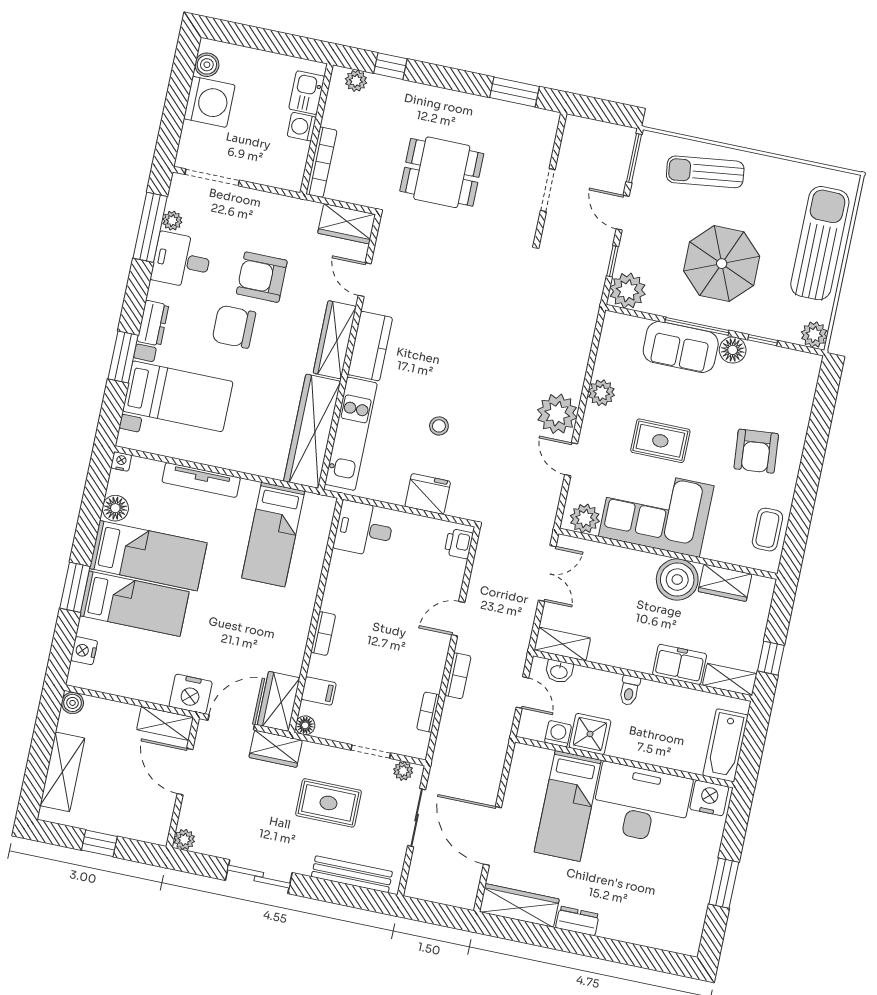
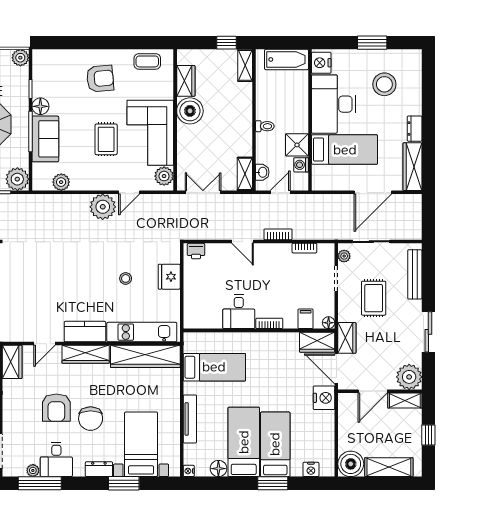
plant: (601, 393) -> (61, 182), moved
desk: (364, 529) -> (239, 312), moved
freezer: (680, 664) -> (242, 98), removed
boiler: (72, 703) -> (351, 464), width x1.86, depth x1.86
shelving: (165, 723) -> (405, 400), moved, turned 90
plant: (184, 840) -> (409, 377), width x1.88, depth x1.88
stool: (656, 889) -> (384, 84), added

